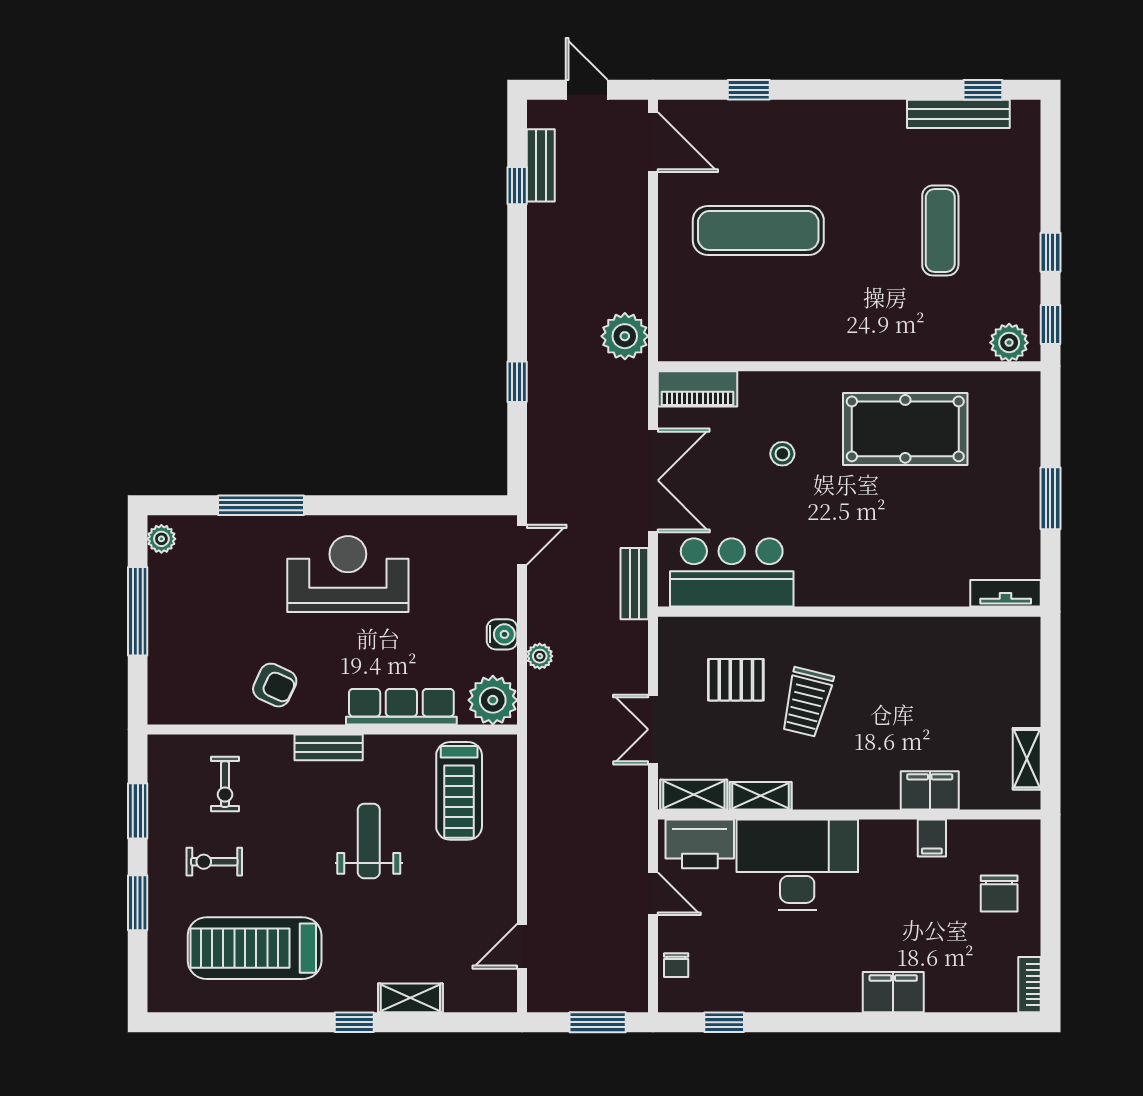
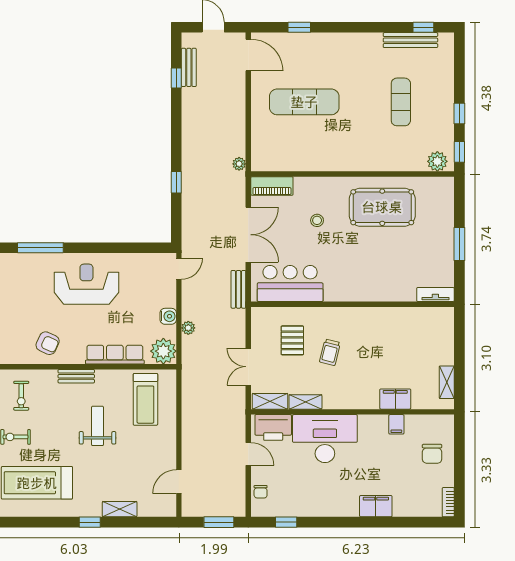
plant: (625, 336) -> (239, 164), width x0.53, depth x0.53
pallet: (736, 680) -> (292, 340), turned 90
trolley: (807, 702) -> (330, 352), width x0.73, depth x0.72

